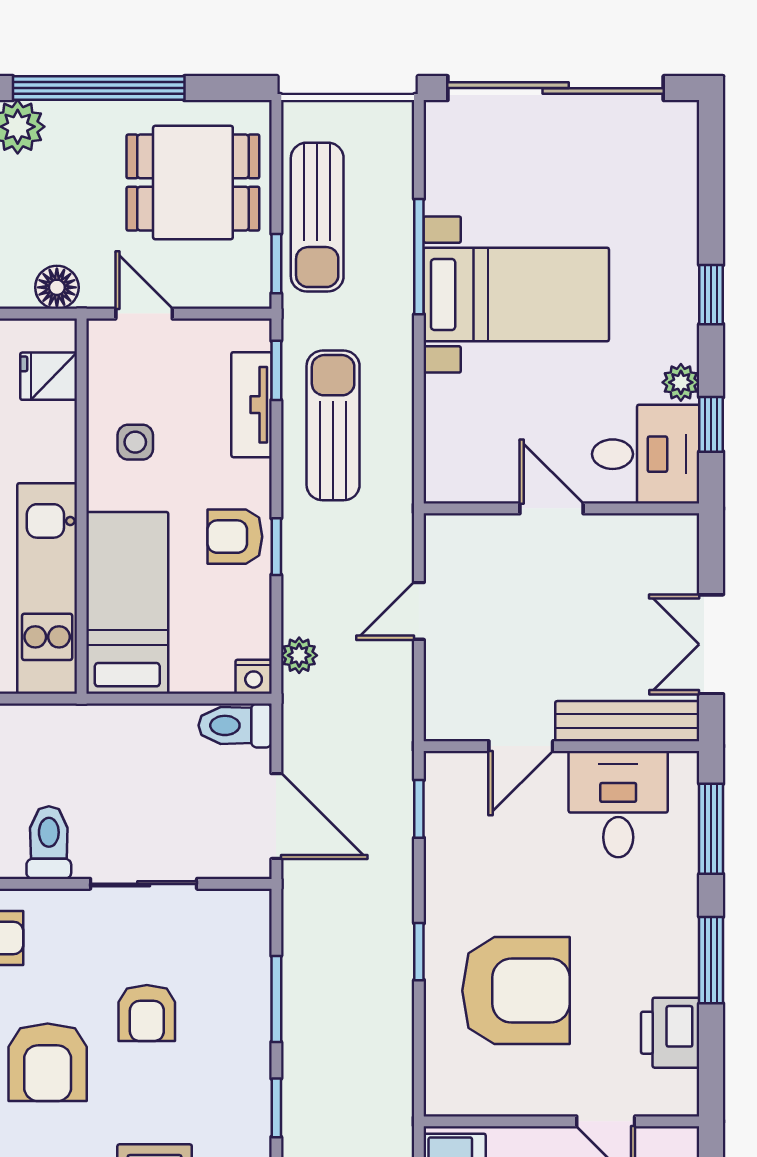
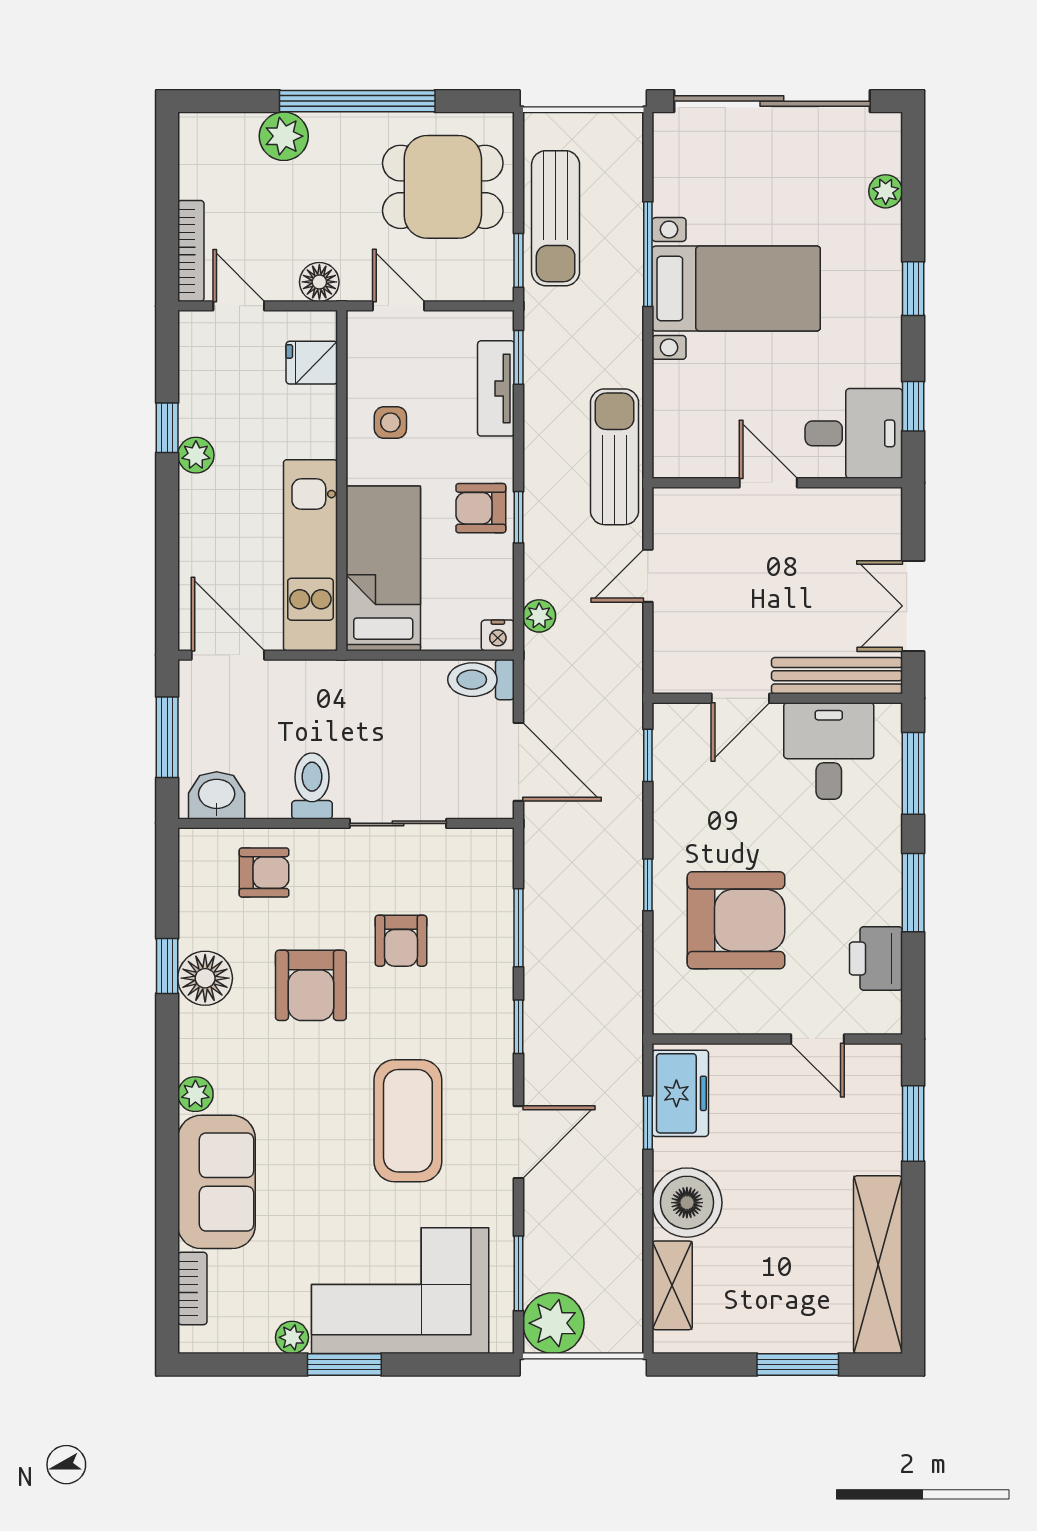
plant: (681, 382) -> (886, 191), moved
sun lounger: (333, 425) -> (614, 457), moved

